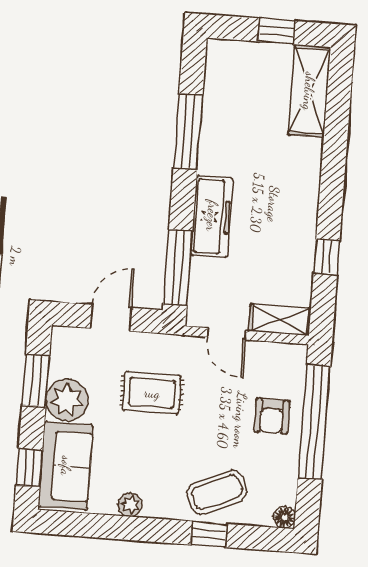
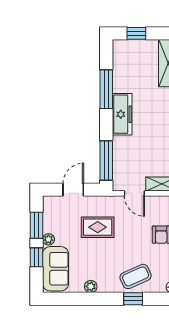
window: (277, 31) -> (136, 33), moved
freezer: (212, 216) -> (122, 114), moved
plant: (67, 400) -> (48, 239), width x0.53, depth x0.53
window: (29, 468) -> (37, 257), moved

